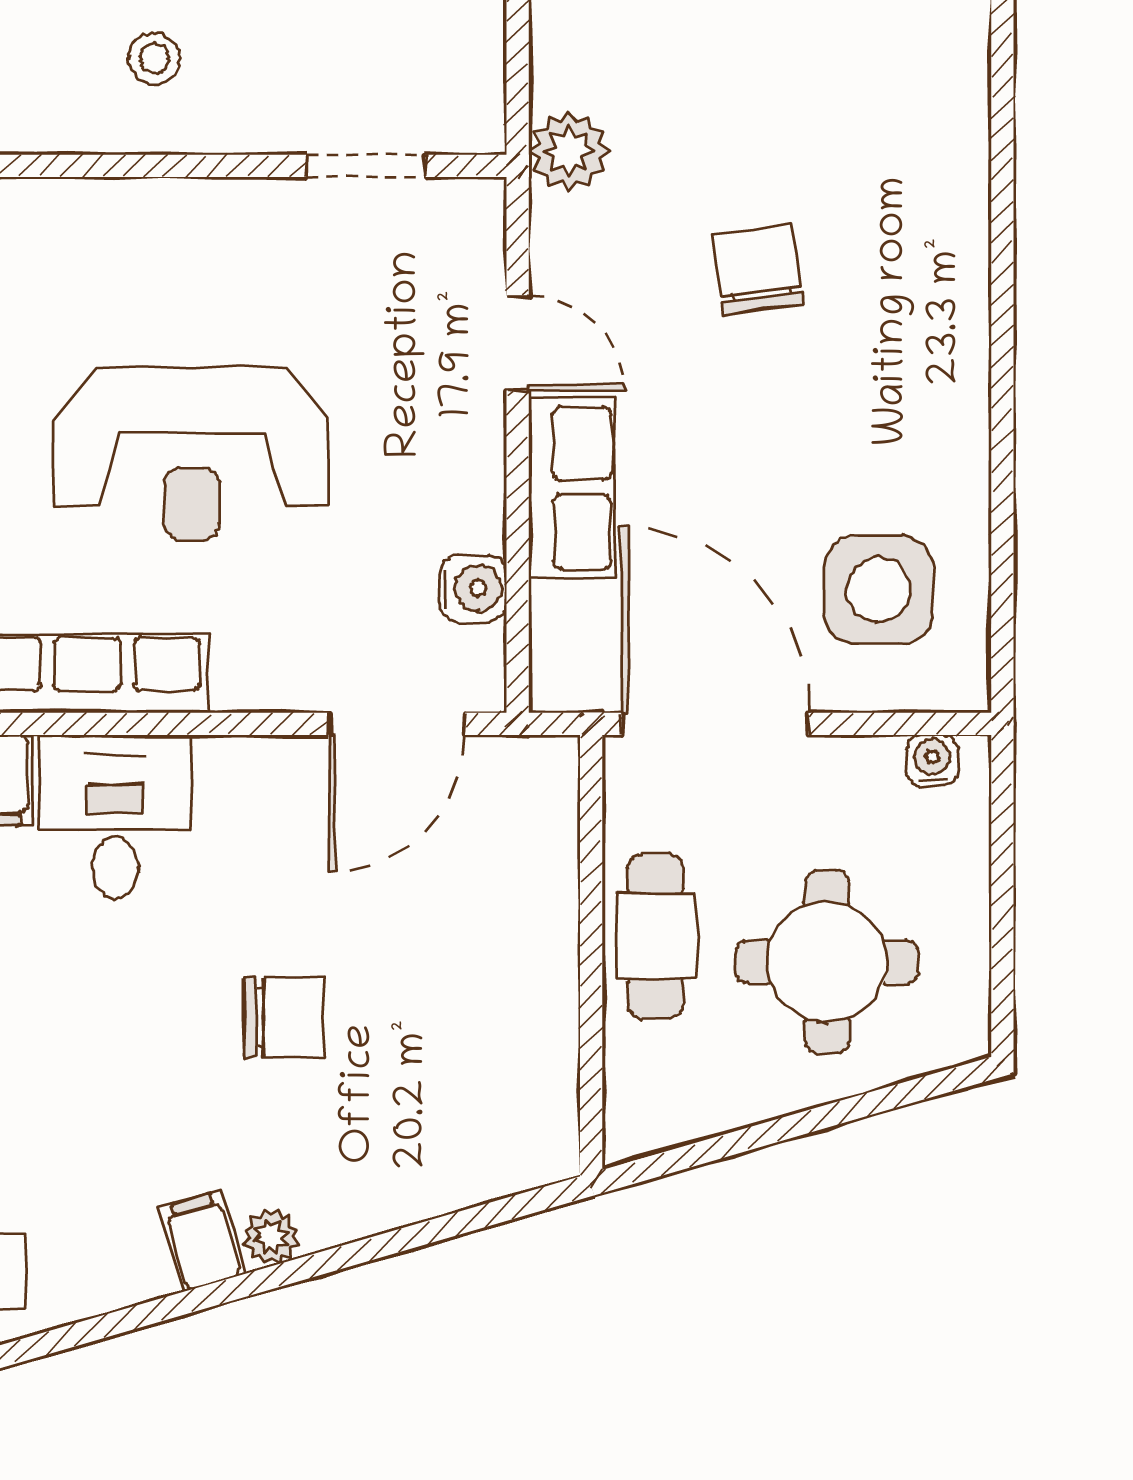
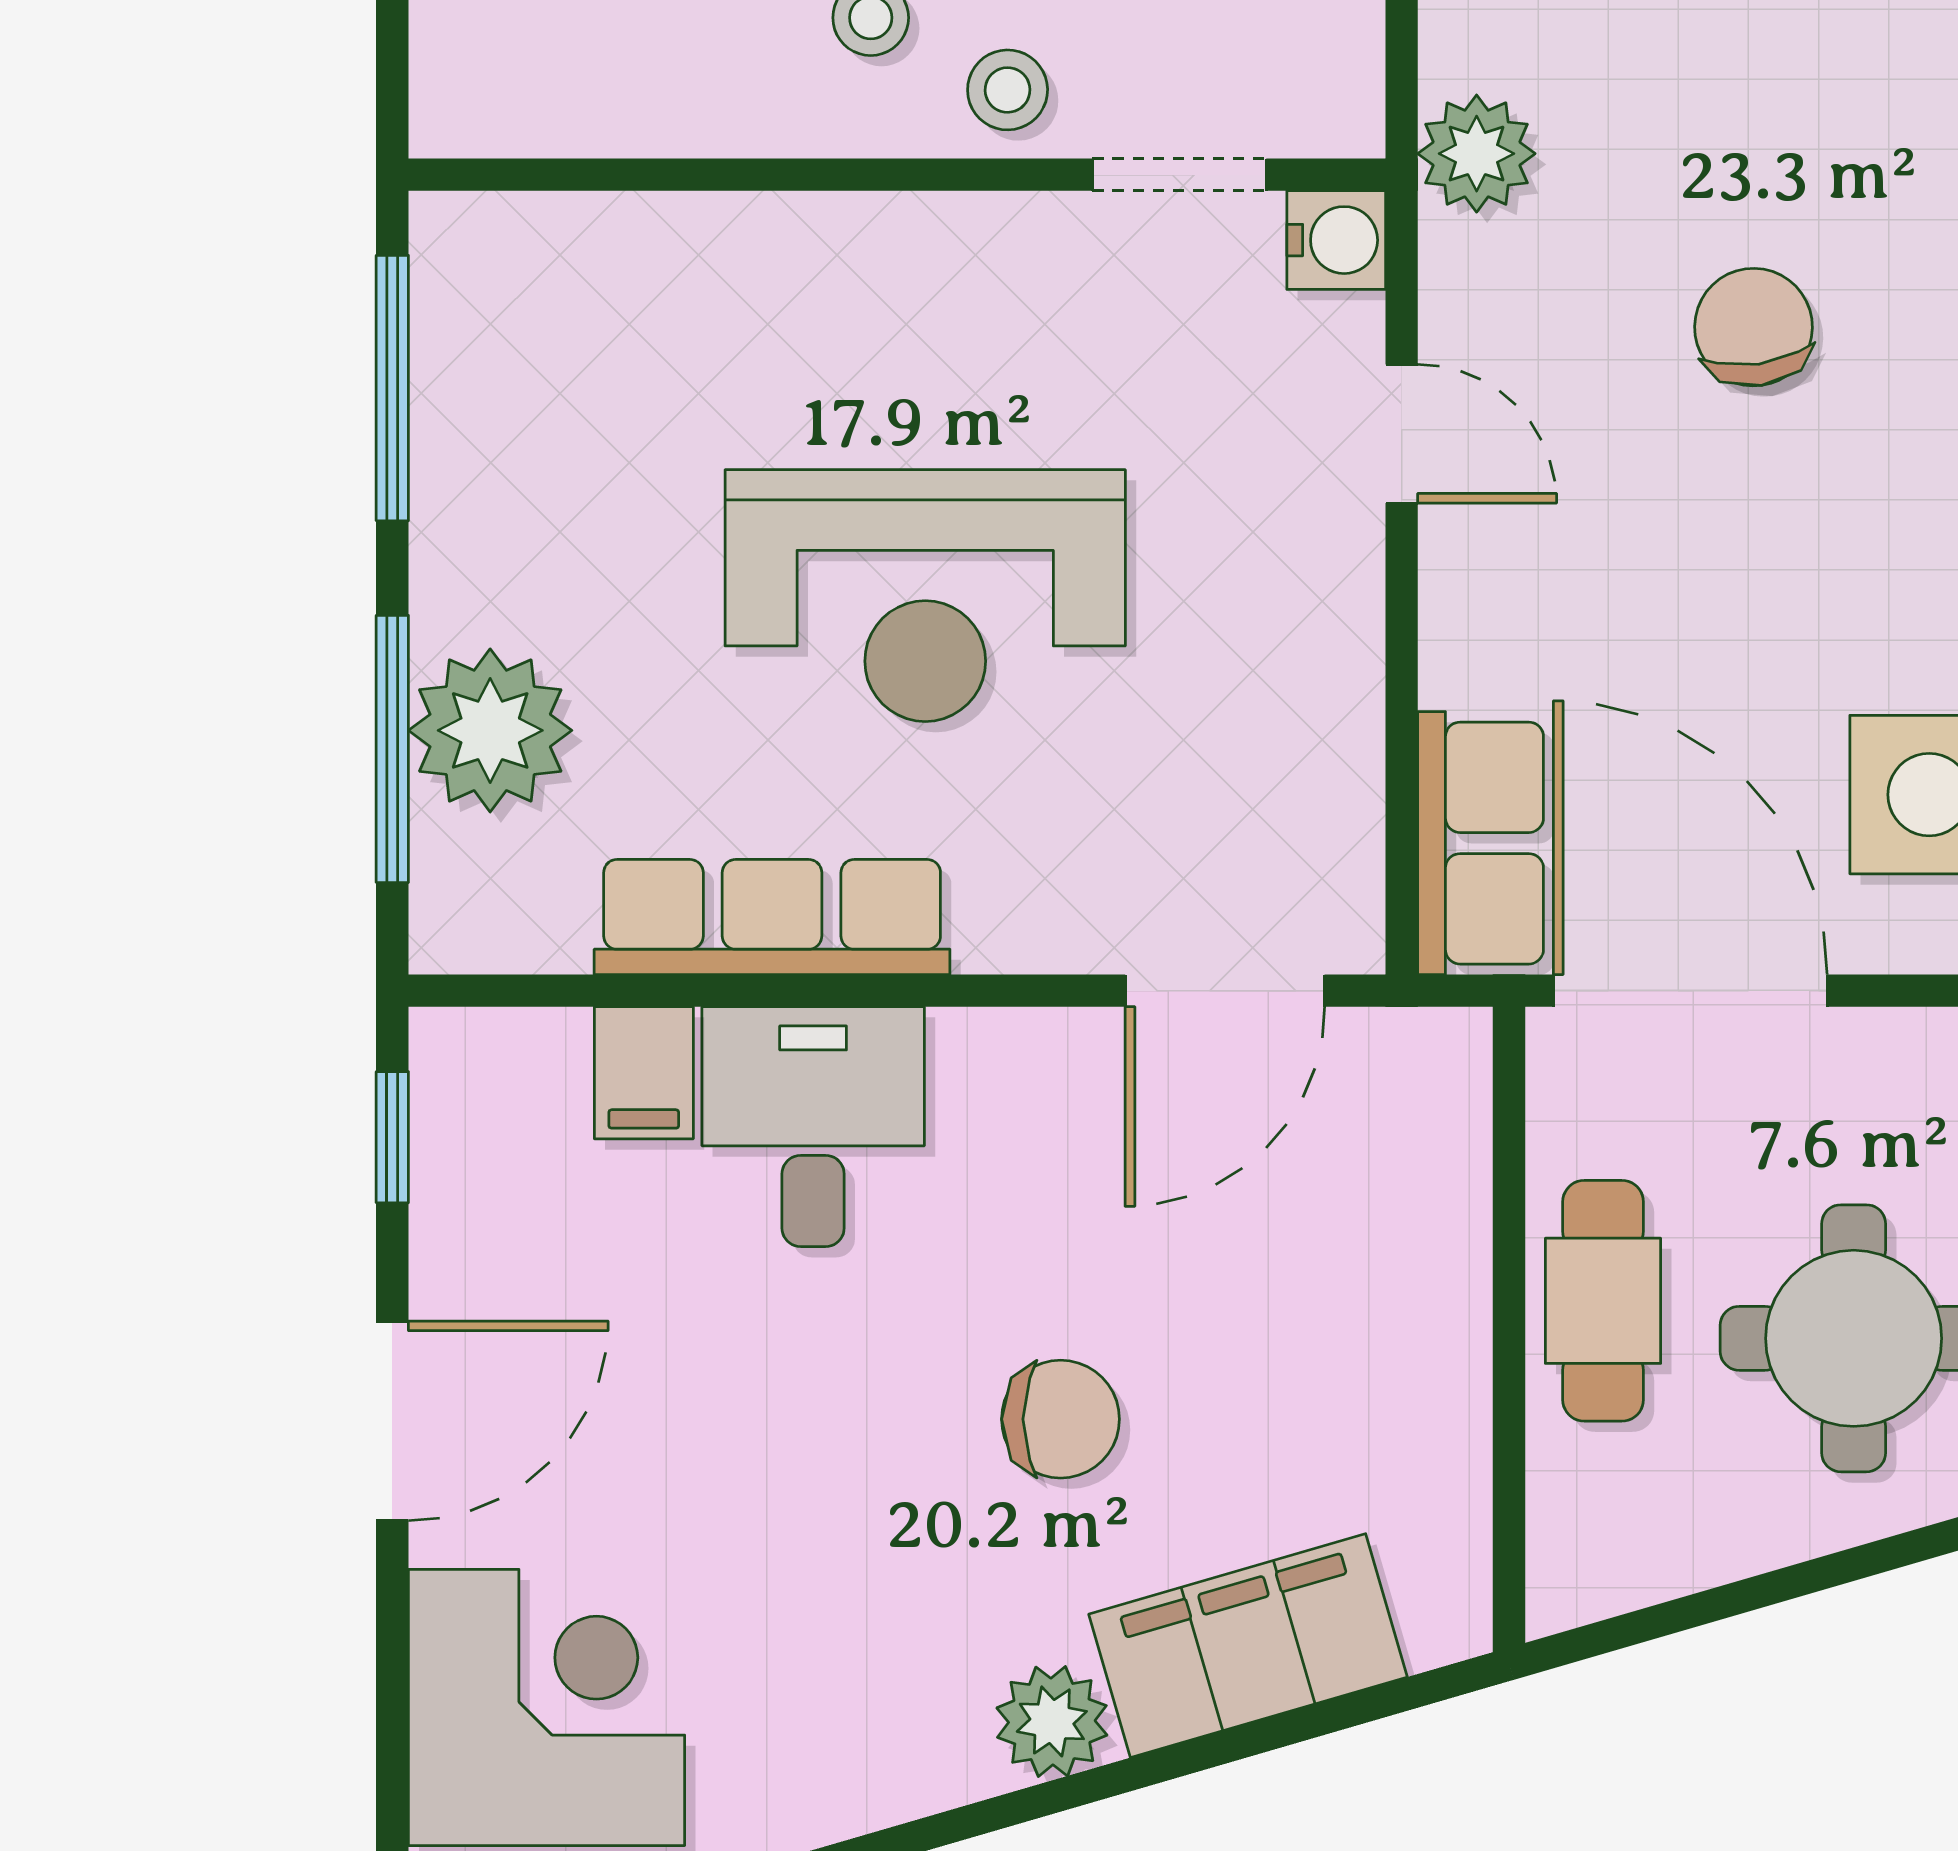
stool: (248, 108) -> (1008, 90), added
row of seats: (572, 488) -> (1481, 843), moved
water cooler: (473, 589) -> (1336, 240), moved
plant: (271, 1237) -> (1052, 1721), width x1.38, depth x1.38
filing cabinet: (202, 1241) -> (1248, 1646), moved, width x3.00, depth x1.17

